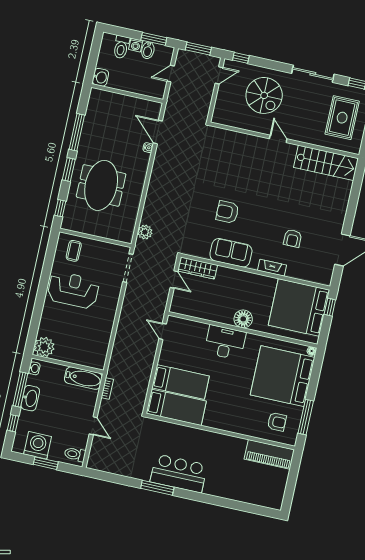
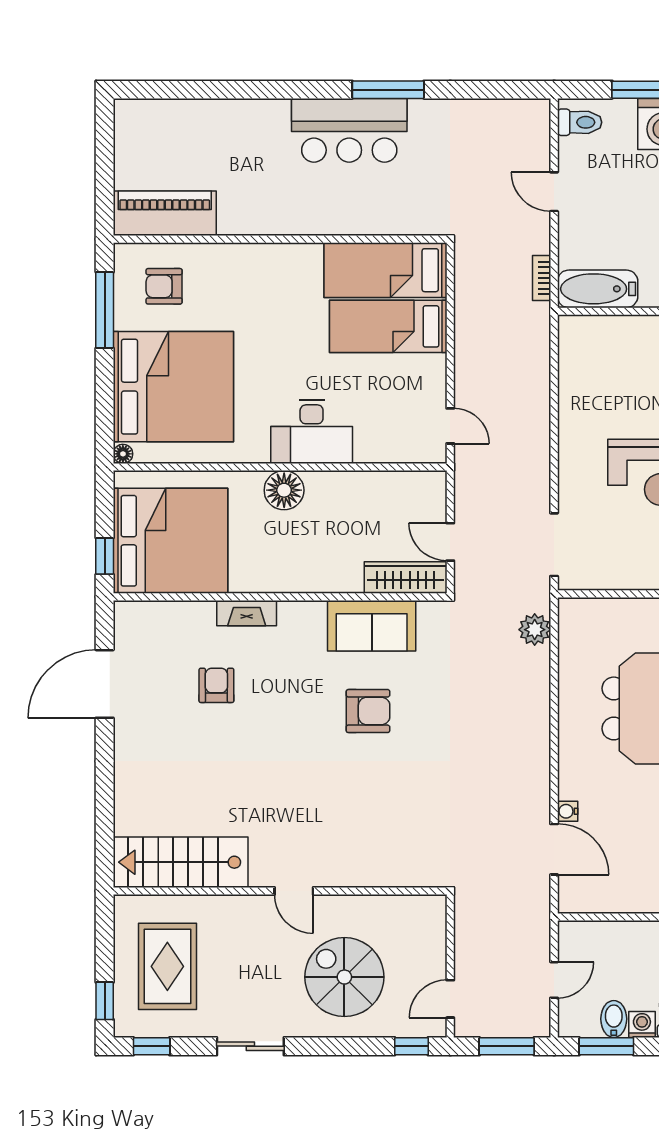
sliding door: (313, 74) -> (250, 1046), width x0.73
sofa: (231, 253) -> (372, 626), moved

